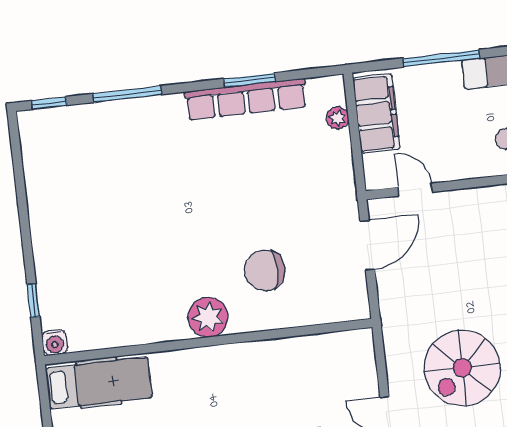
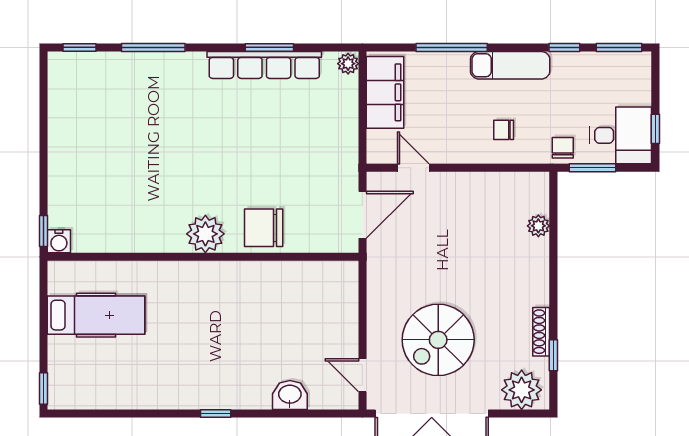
plant: (337, 118) -> (348, 64), moved
plant: (208, 317) -> (205, 234), moved
water cooler: (55, 342) -> (59, 241), moved
wall: (208, 342) -> (203, 257), moved

